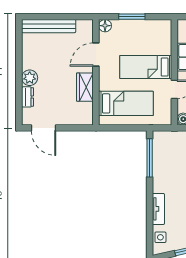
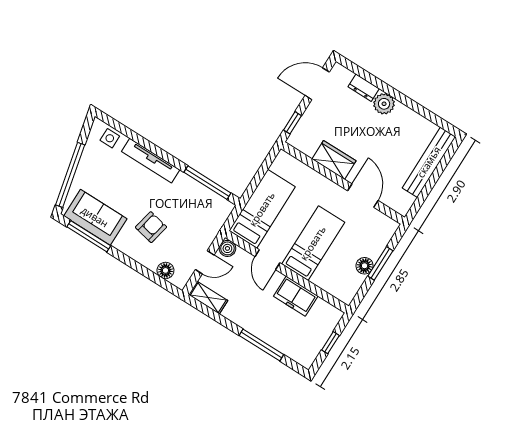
floor lamp: (105, 26) -> (365, 266), moved
bed: (126, 103) -> (262, 209), moved, turned 180
window: (78, 128) -> (293, 123), added
tv unit: (158, 209) -> (151, 161), width x1.41

